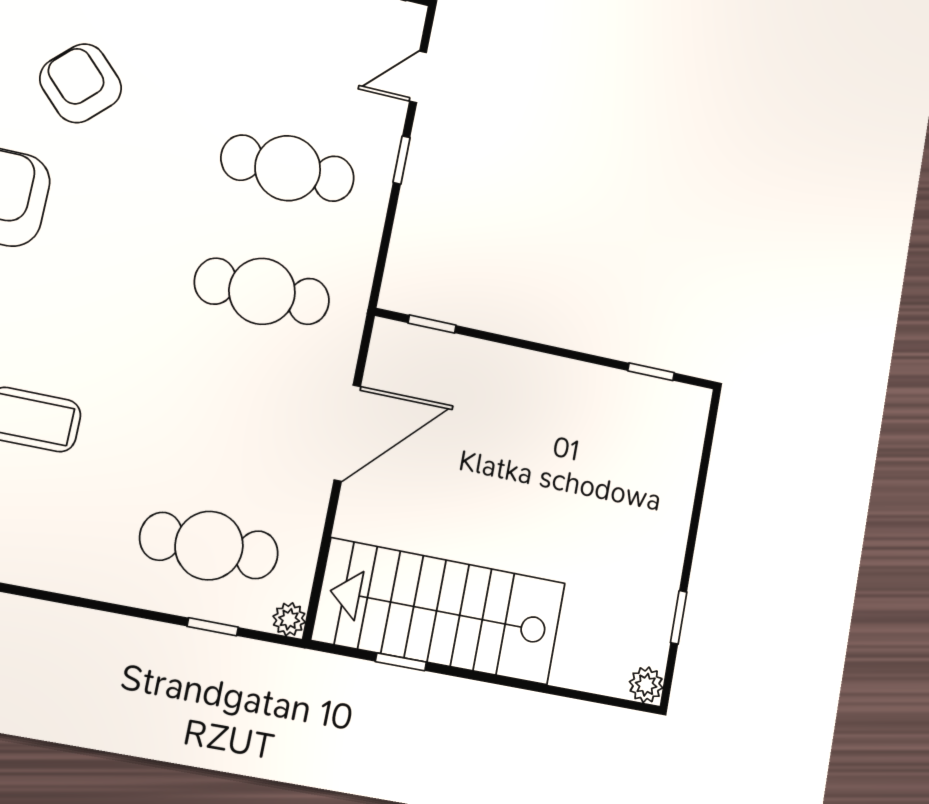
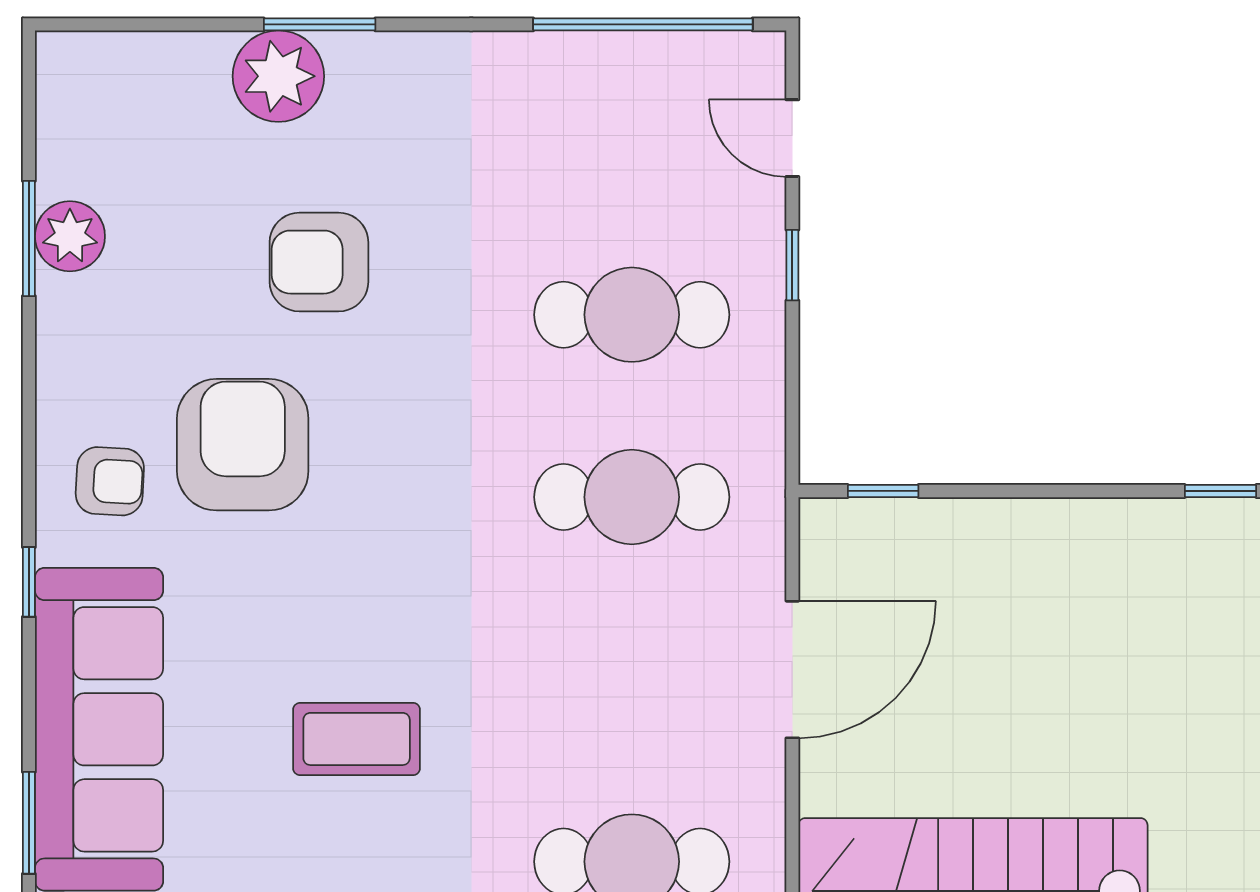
door: (418, 77) -> (792, 138), hinge flipped
armchair: (81, 83) -> (319, 262), turned -45

